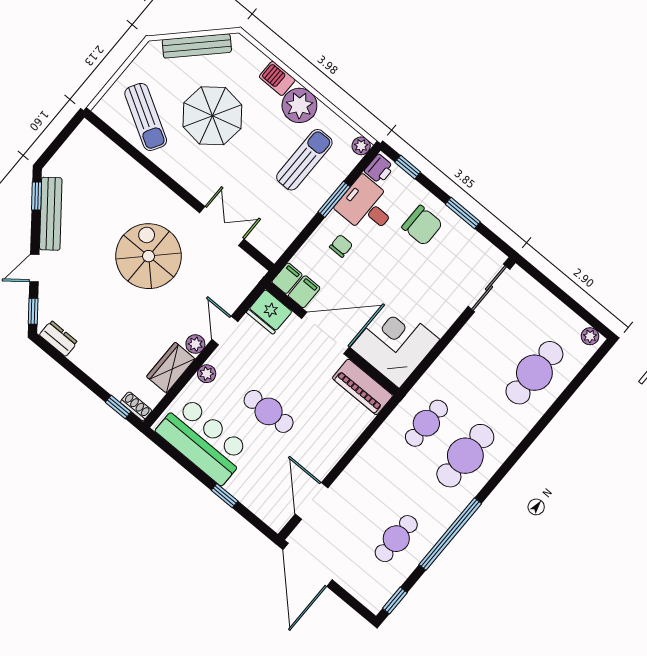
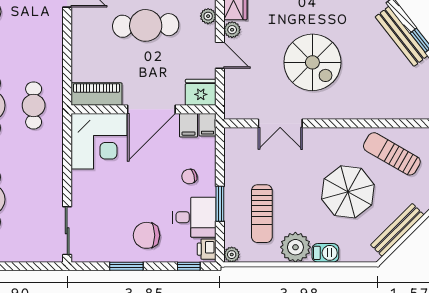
chair: (341, 246) -> (189, 177), turned 75
cafe table: (269, 411) -> (146, 25), width x1.37, depth x1.35

